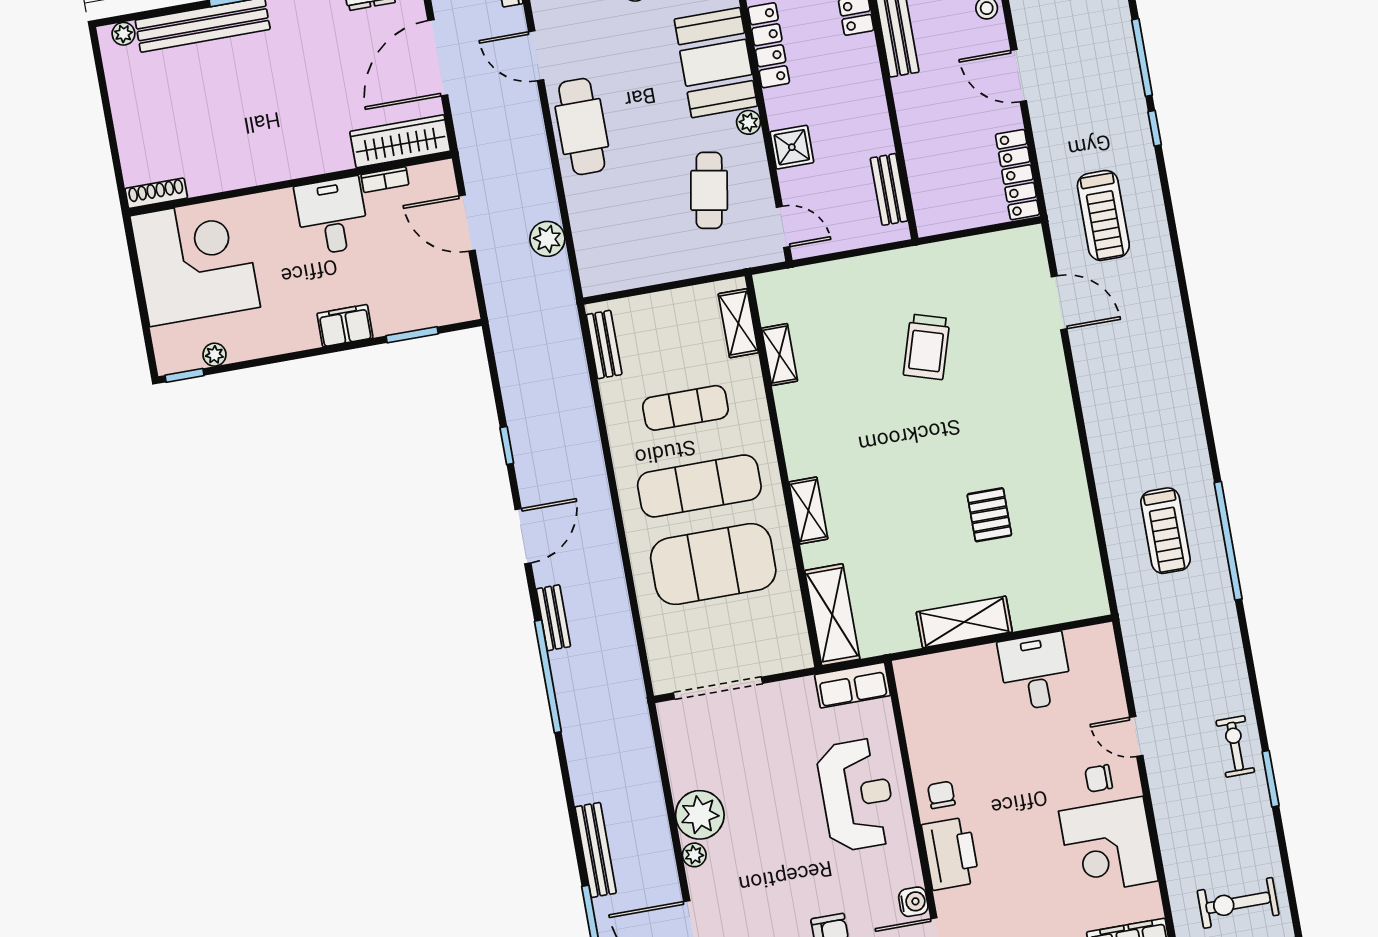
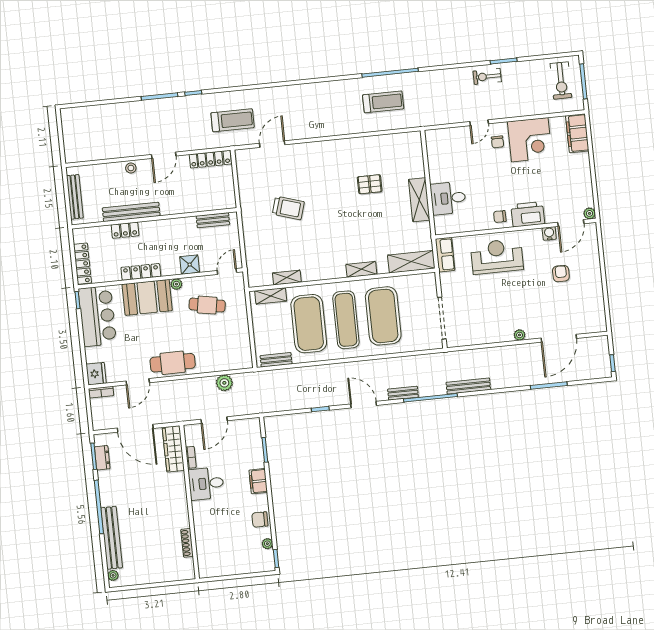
shoe rack: (156, 193) -> (187, 543), moved
corner desk: (195, 261) -> (223, 550), removed
chair: (264, 335) -> (260, 520), added
exercise mat: (685, 408) -> (309, 324), width x2.00, depth x1.45
desk: (1035, 672) -> (448, 198), moved
plant: (700, 815) -> (501, 331), removed
bench: (596, 850) -> (468, 386), moved

